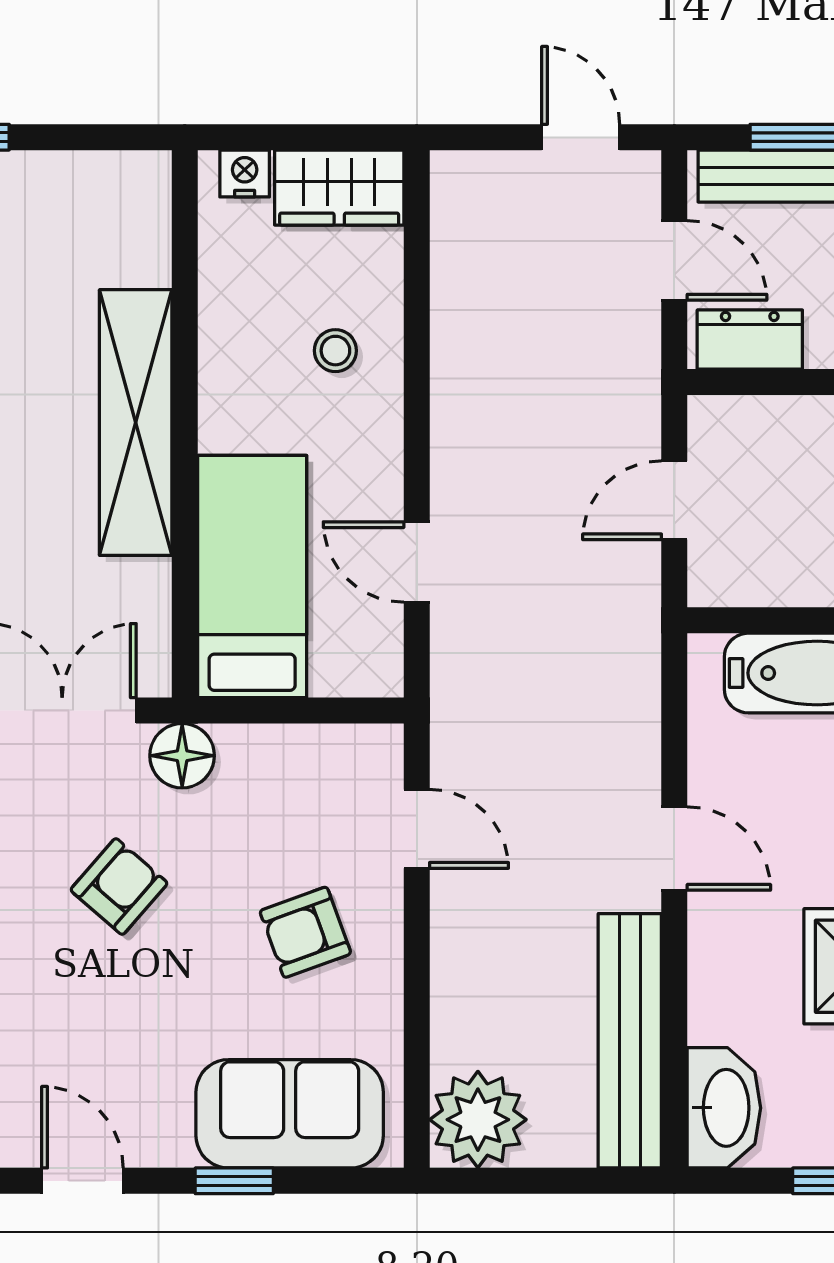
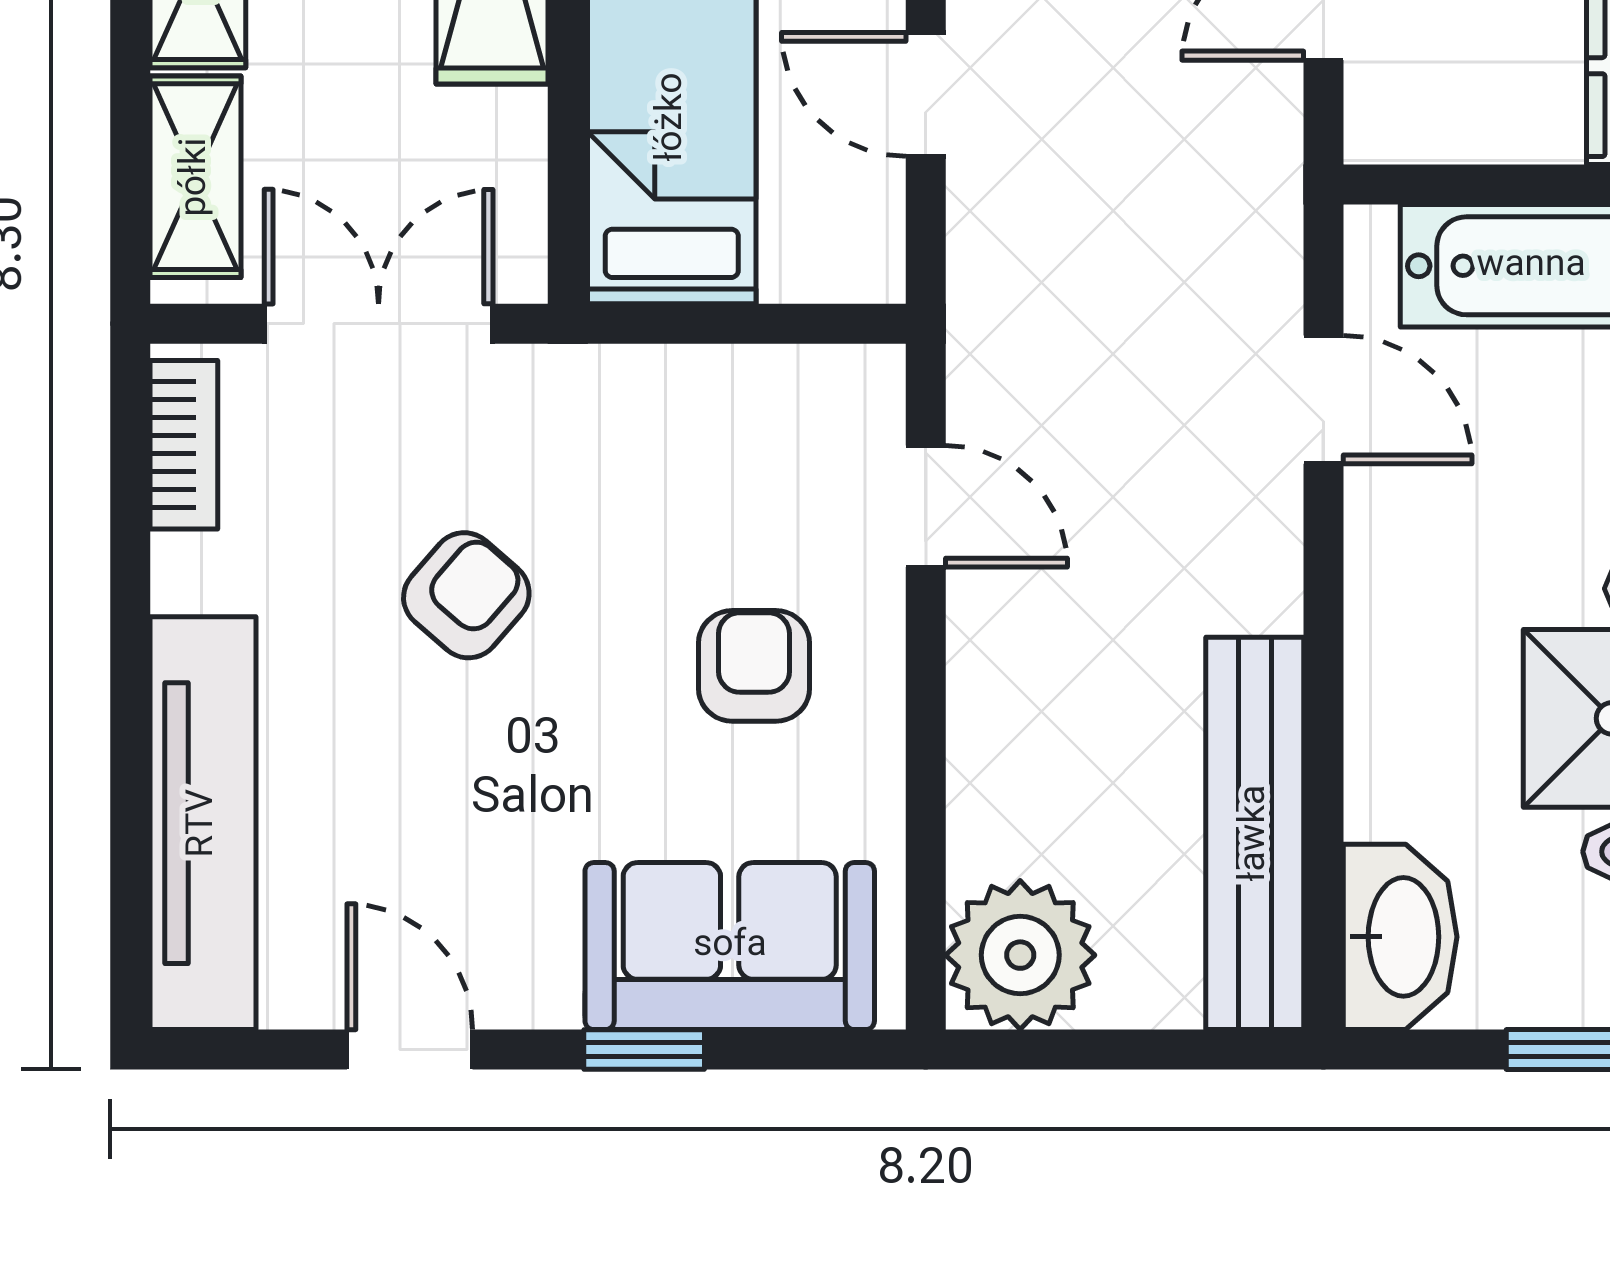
floor lamp: (182, 756) -> (564, 393), removed
door: (674, 849) -> (1323, 400), moved
armchair: (305, 932) -> (754, 666), turned 110

